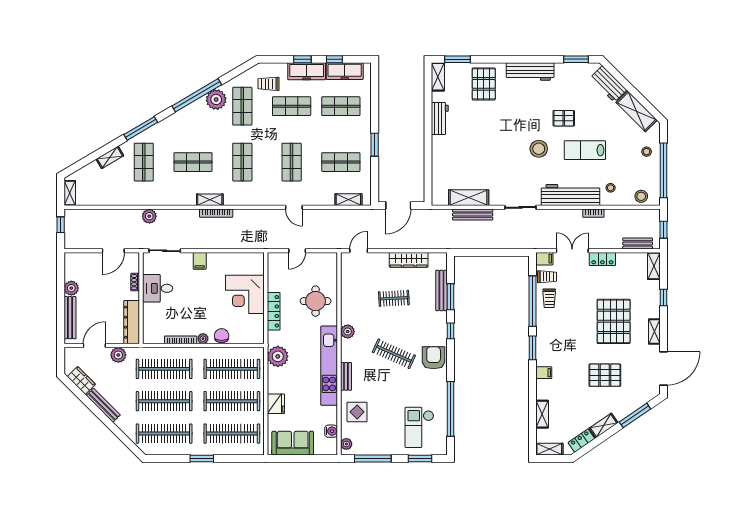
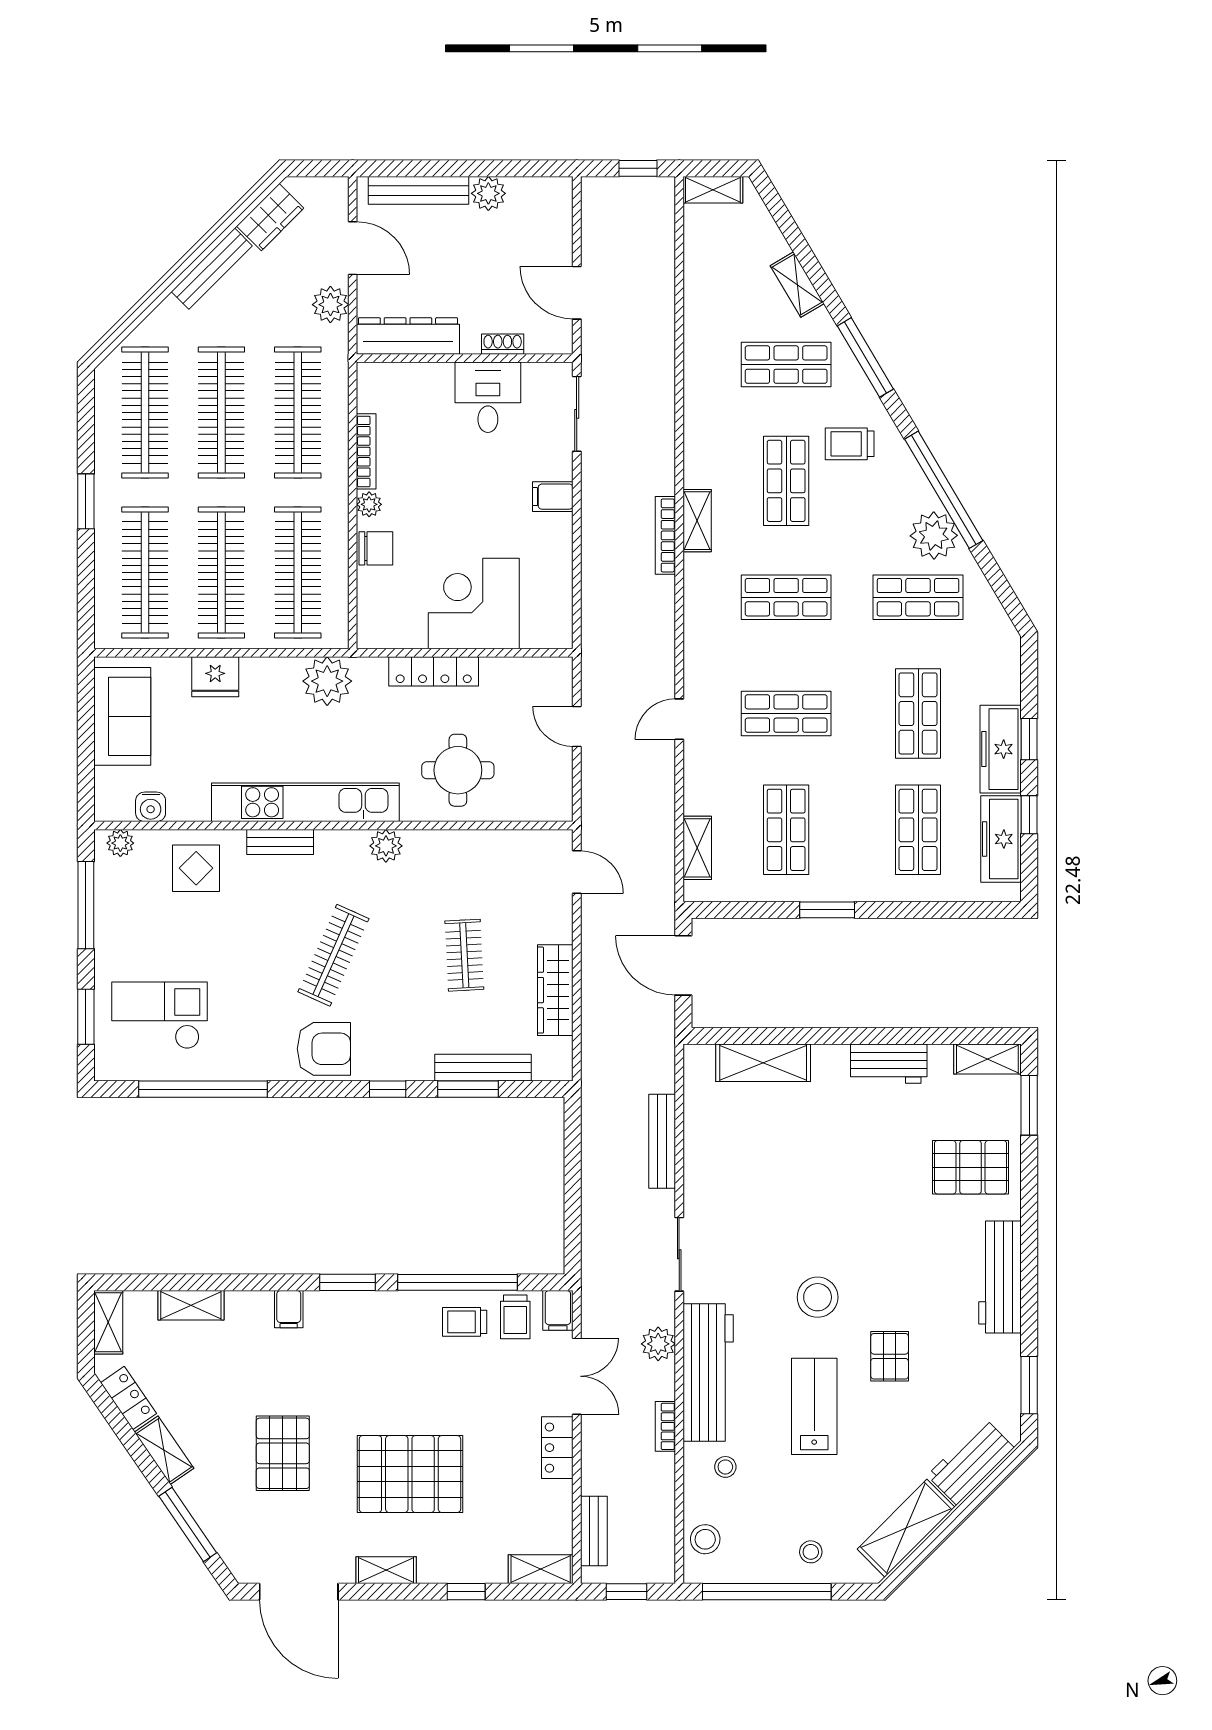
trolley: (269, 84) -> (850, 444), moved, turned -90
shelving: (469, 198) -> (763, 1063), moved, turned 90
plant: (149, 216) -> (658, 1344), moved

